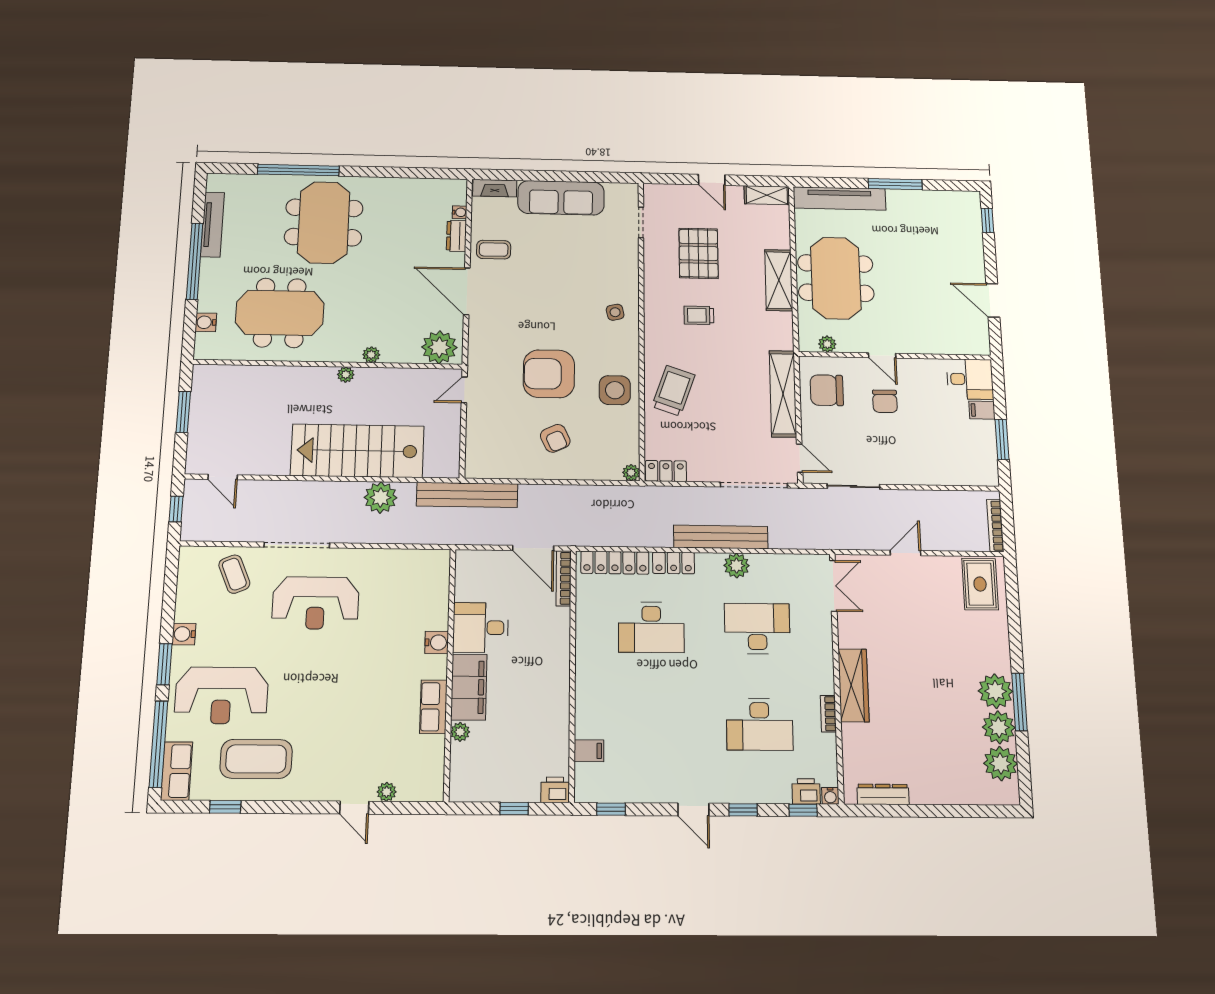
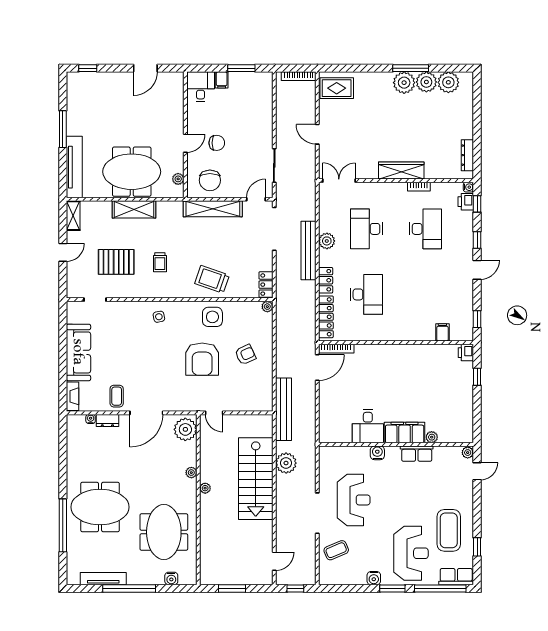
desk: (481, 628) -> (368, 426), moved
water cooler: (437, 642) -> (377, 453), moved
wall: (450, 673) -> (396, 444), moved
filing cabinet: (469, 687) -> (405, 433), moved
row of seats: (433, 707) -> (417, 454), moved
plant: (460, 732) -> (432, 437), moved

